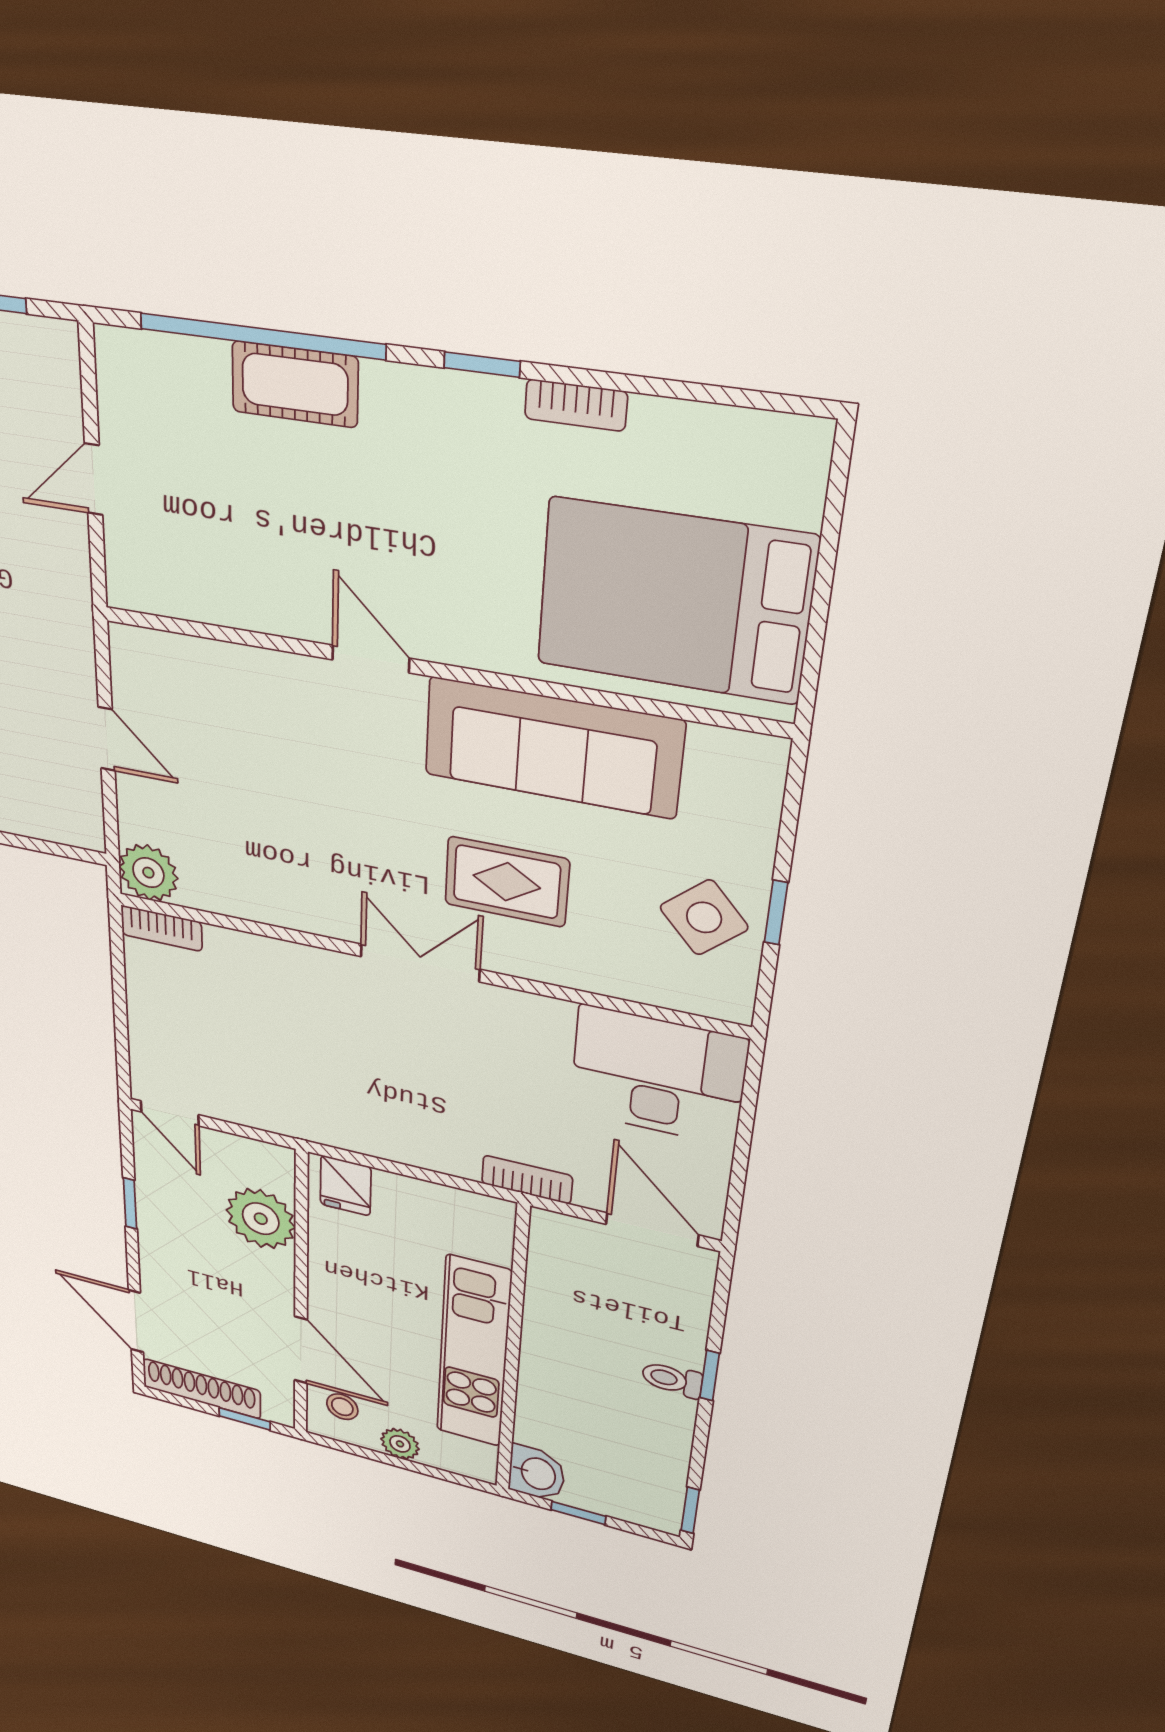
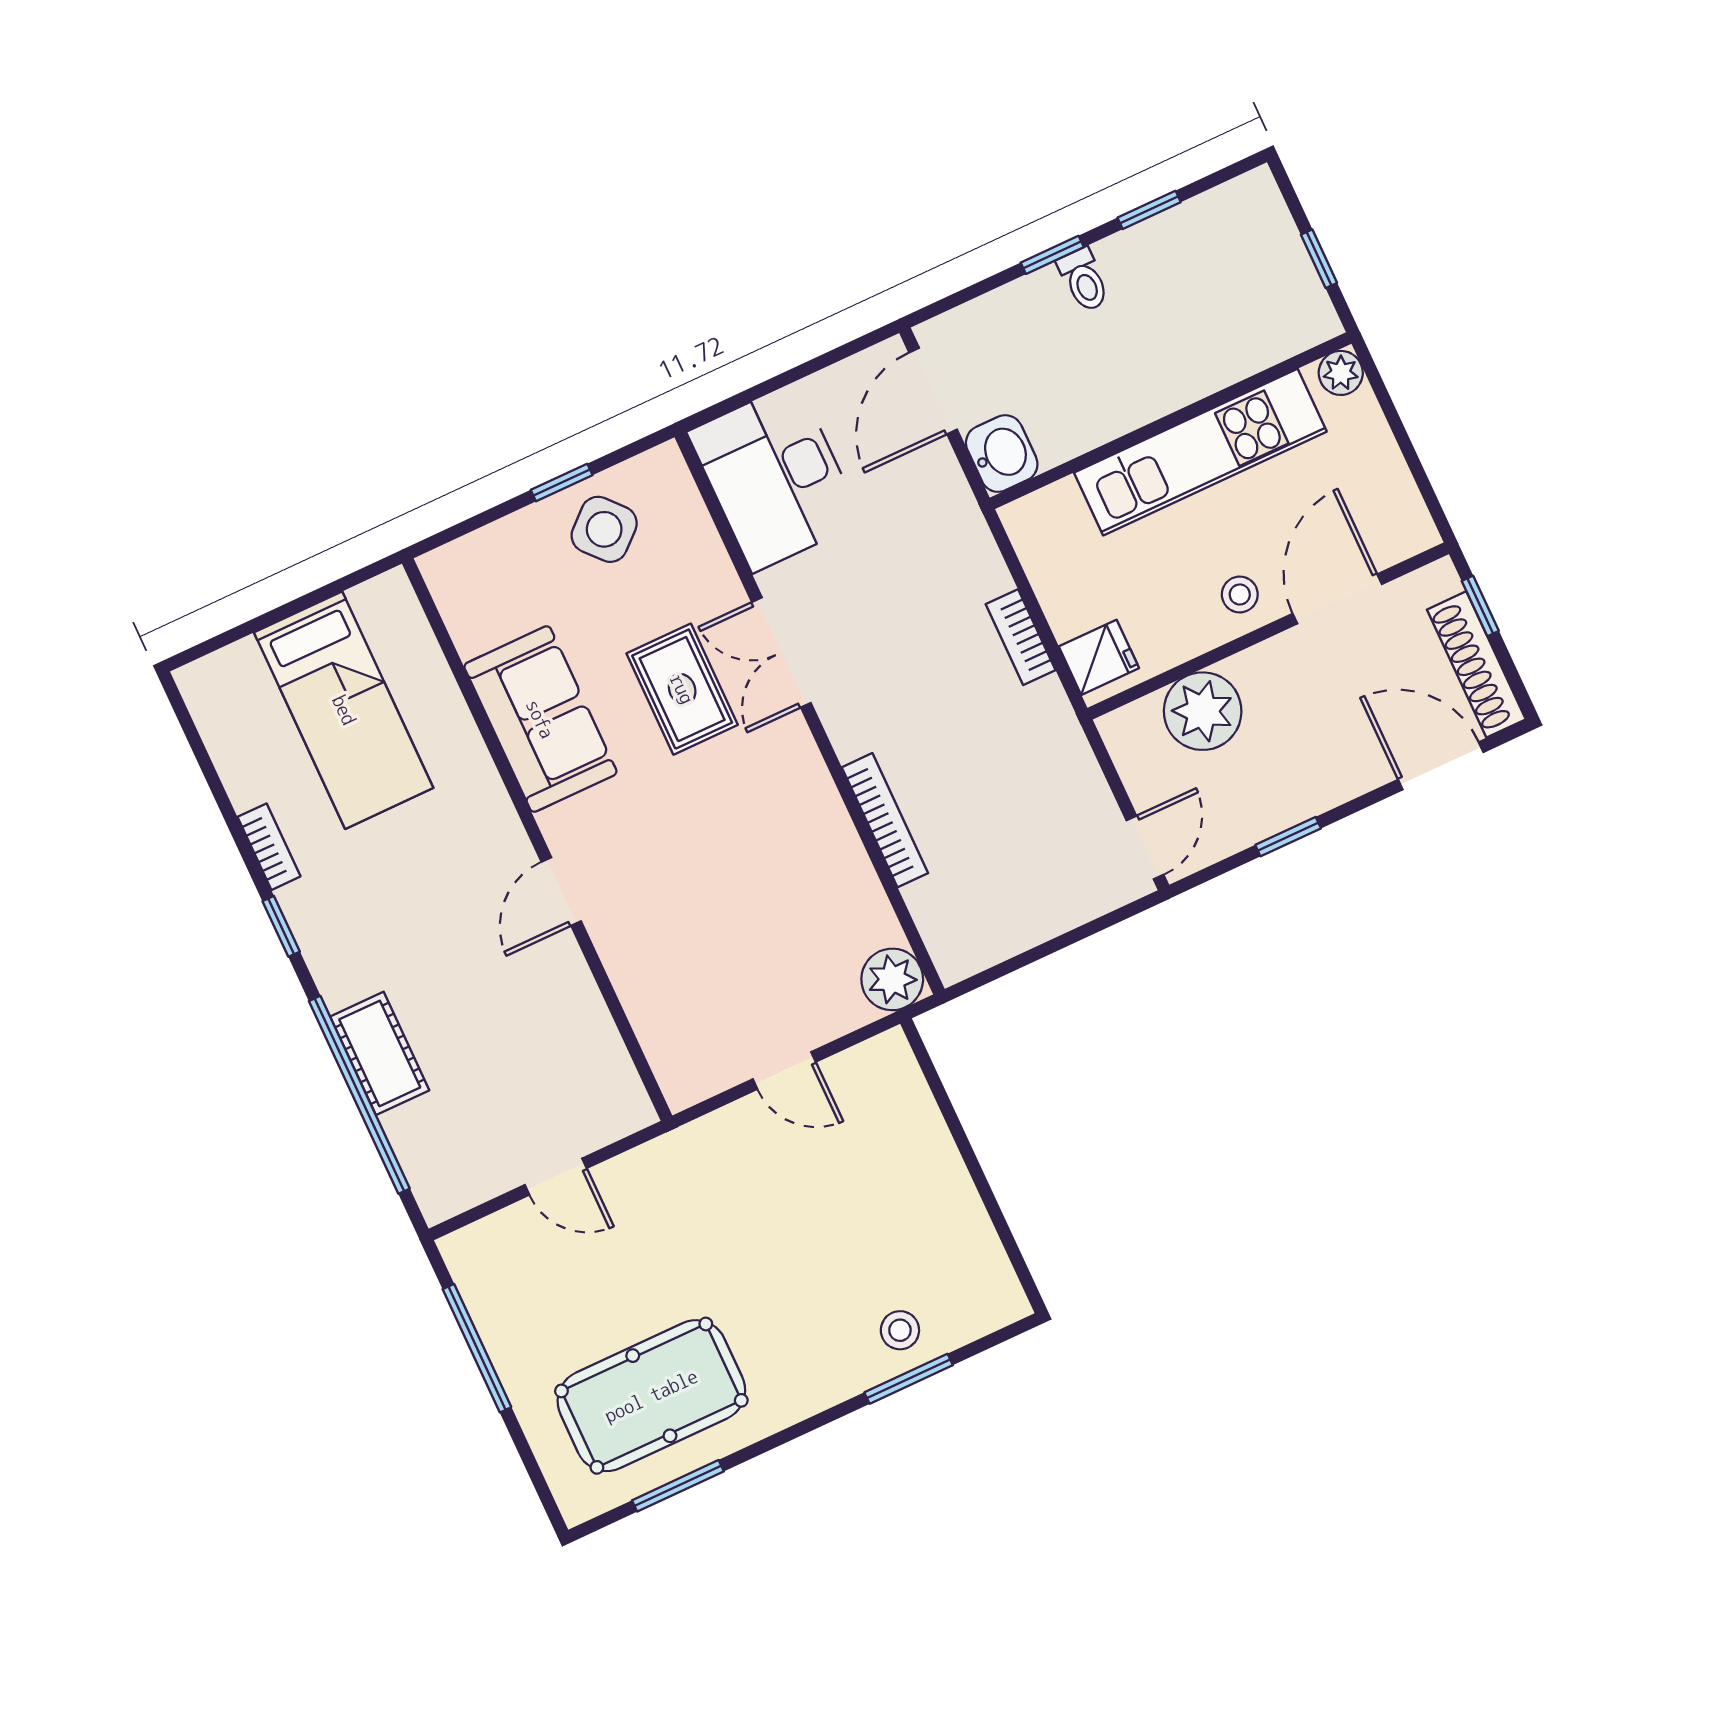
bed: (674, 601) -> (344, 710), width x0.67
door: (107, 739) -> (784, 1071), swing flipped
sofa: (552, 748) -> (540, 719), width x0.73
bookcase: (161, 928) -> (885, 820), moved, width x1.56
double door: (420, 963) -> (781, 652), moved
bookcase: (527, 1180) -> (1021, 637), moved
door: (136, 1321) -> (1441, 766), swing flipped
stool: (342, 1407) -> (1240, 594), moved
plant: (400, 1444) -> (1341, 373), moved
washbasin: (537, 1473) -> (1002, 454), moved, turned 90
window: (690, 1510) -> (1149, 210), moved

